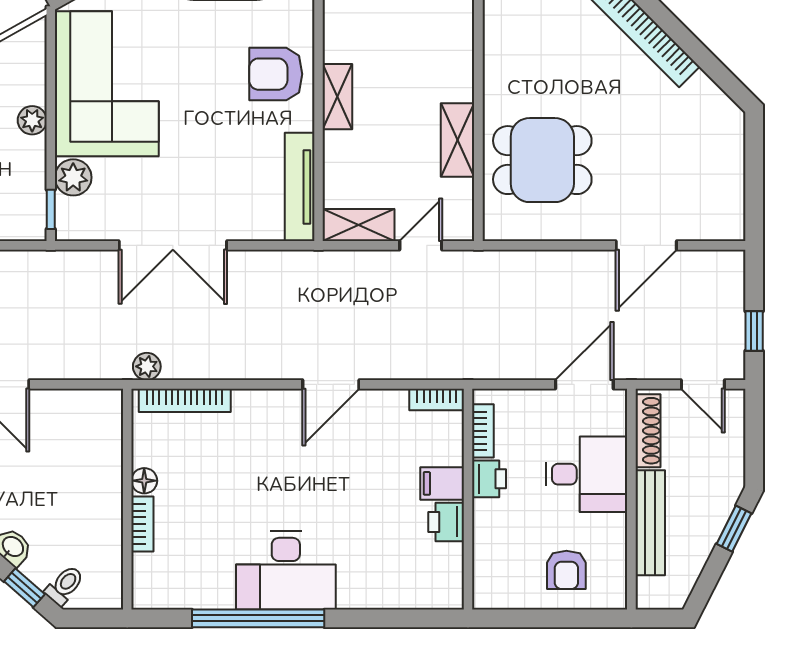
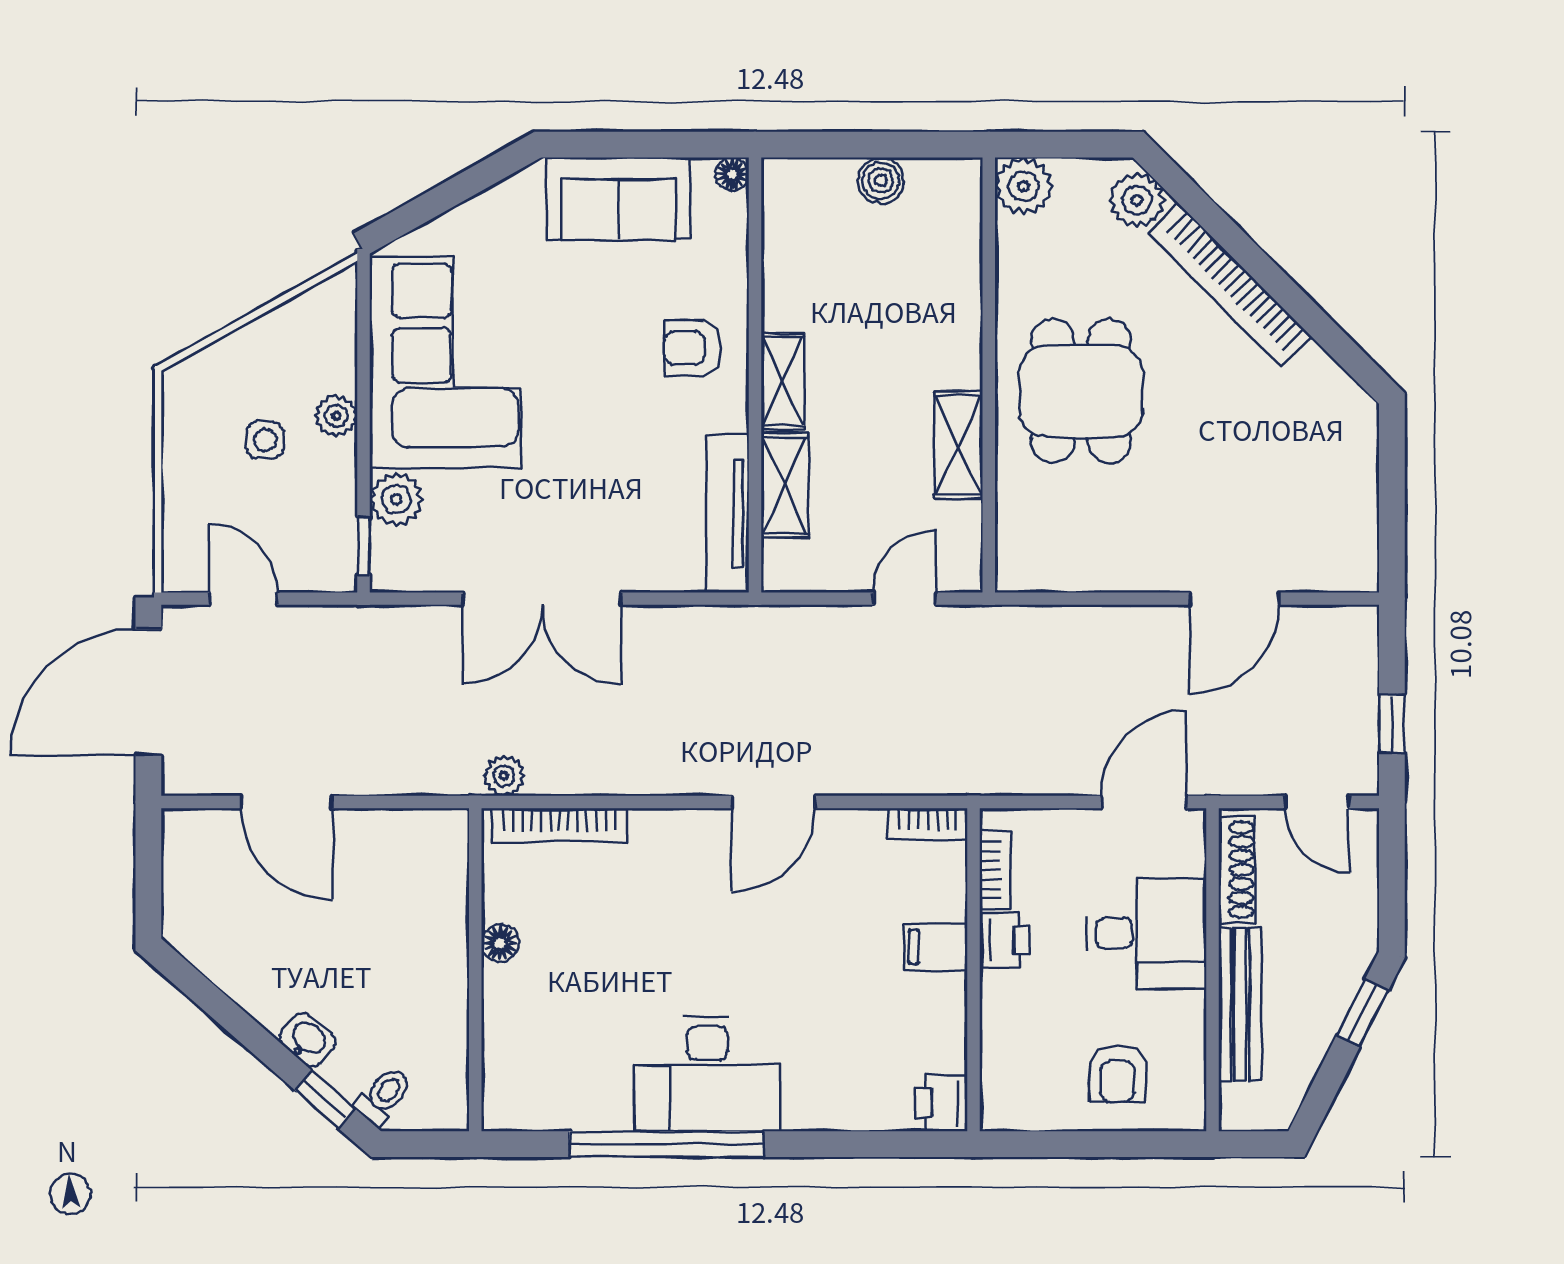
armchair: (276, 74) -> (692, 348), width x0.72, depth x0.72
dining table: (542, 160) -> (1081, 391), moved, turned 90
shelving: (358, 225) -> (785, 485), moved, turned 90
printer: (446, 522) -> (942, 1103), moved
bookcase: (142, 524) -> (498, 1006), removed

